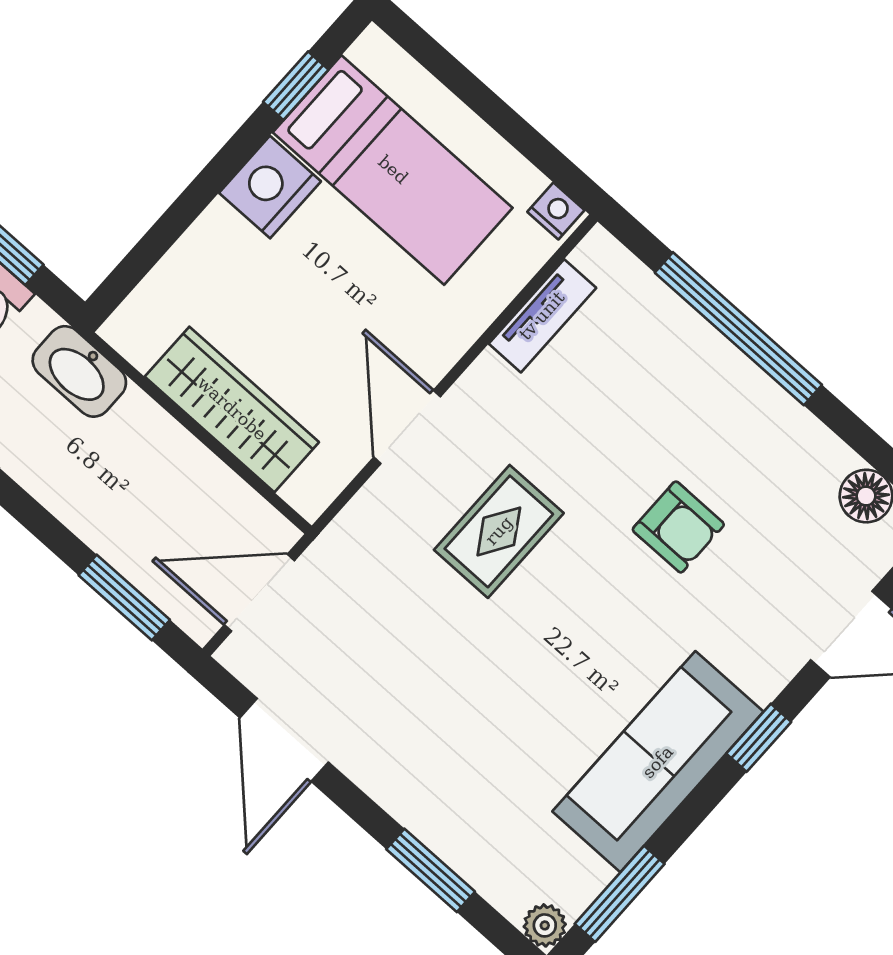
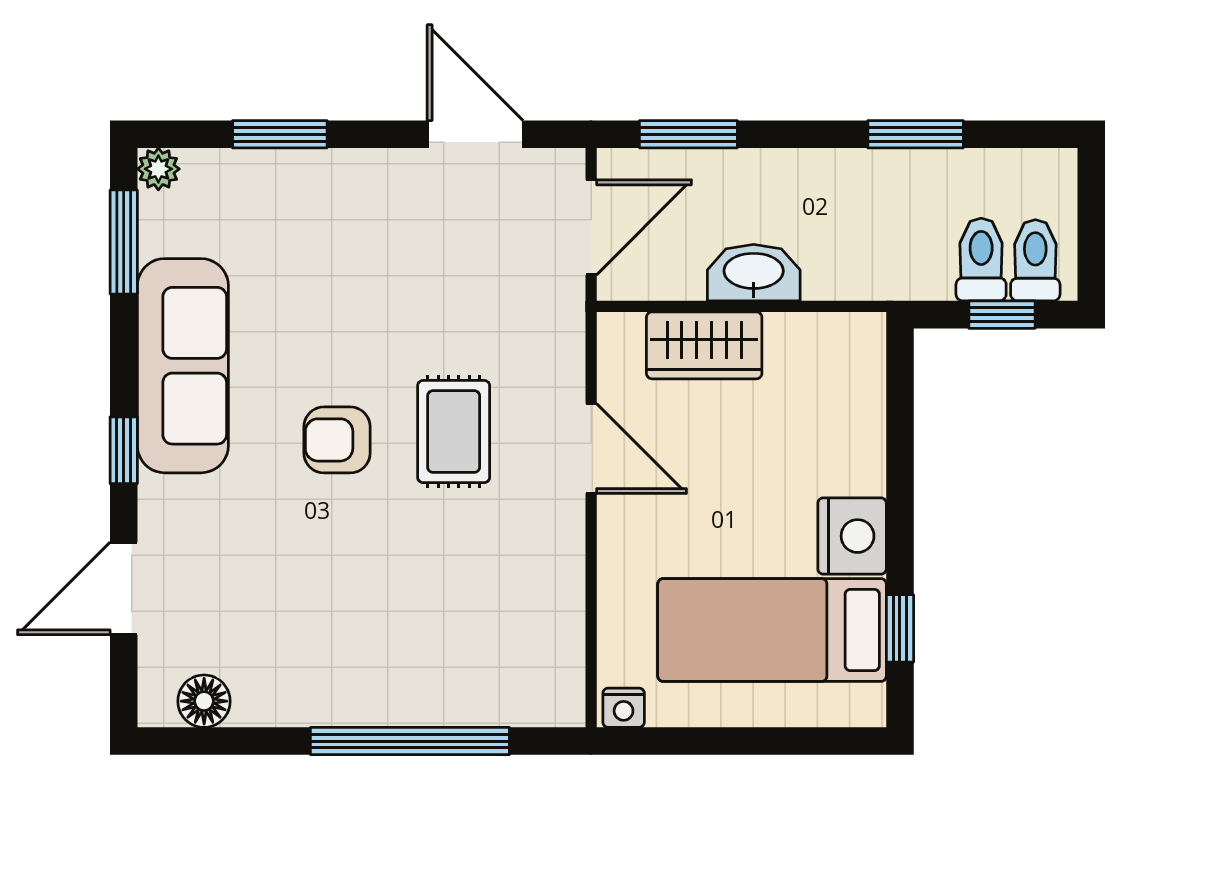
tv unit: (542, 316) -> (564, 621), removed
washbasin: (79, 371) -> (754, 273), moved
wardrobe: (232, 409) -> (704, 345), width x0.67
armchair: (678, 527) -> (337, 440), moved

